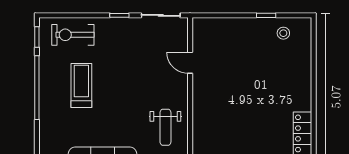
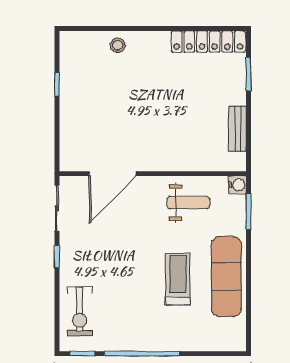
stool: (283, 33) -> (118, 45), moved
door: (190, 63) -> (113, 174), width x1.87
treadmill: (81, 85) -> (178, 279), moved, turned 90

